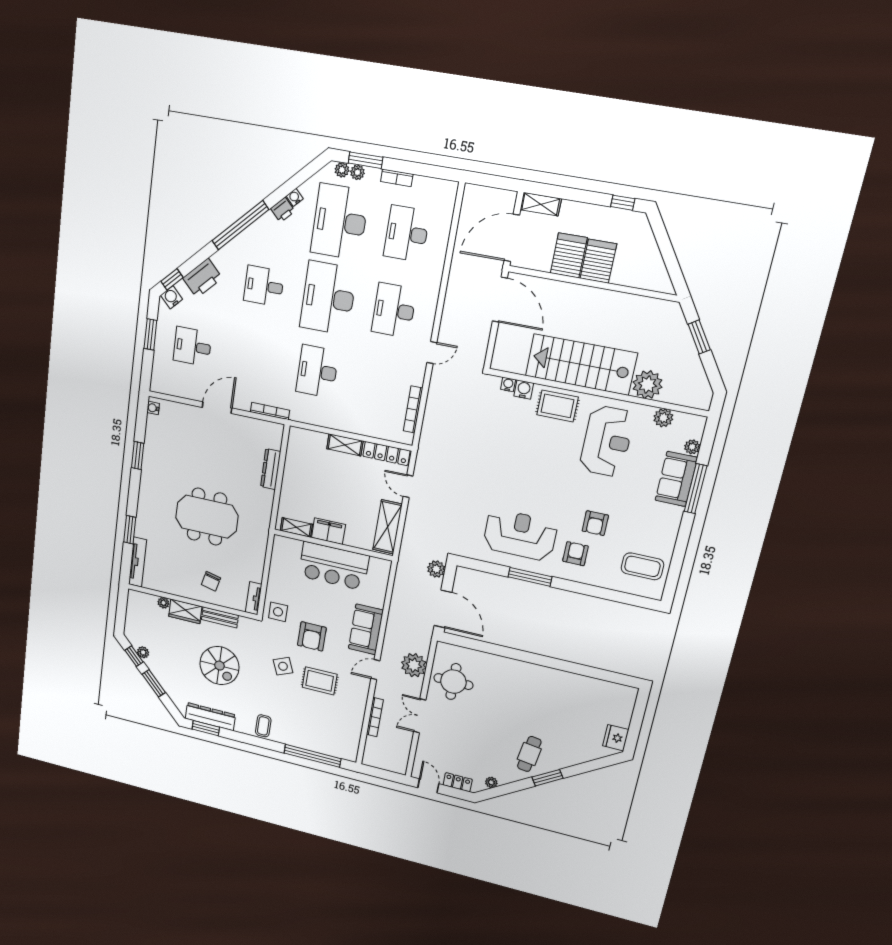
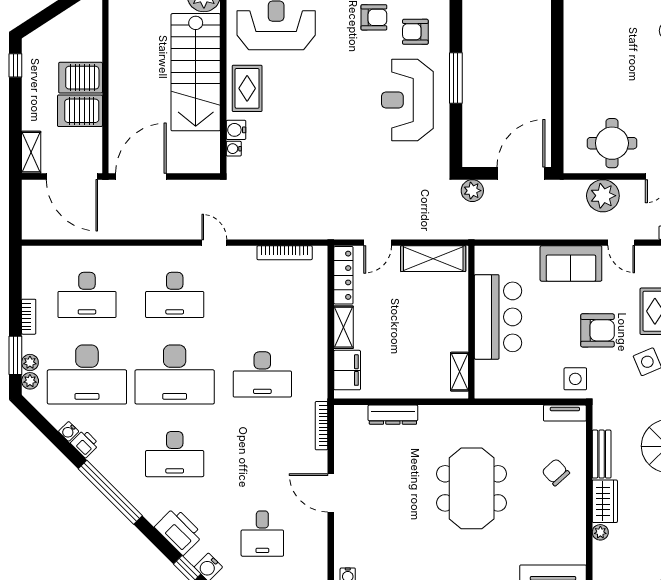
desk: (264, 286) -> (175, 454), width x1.37
filing cabinet: (328, 531) -> (347, 370), moved, turned 180
chair: (211, 581) -> (556, 472), turned -145

